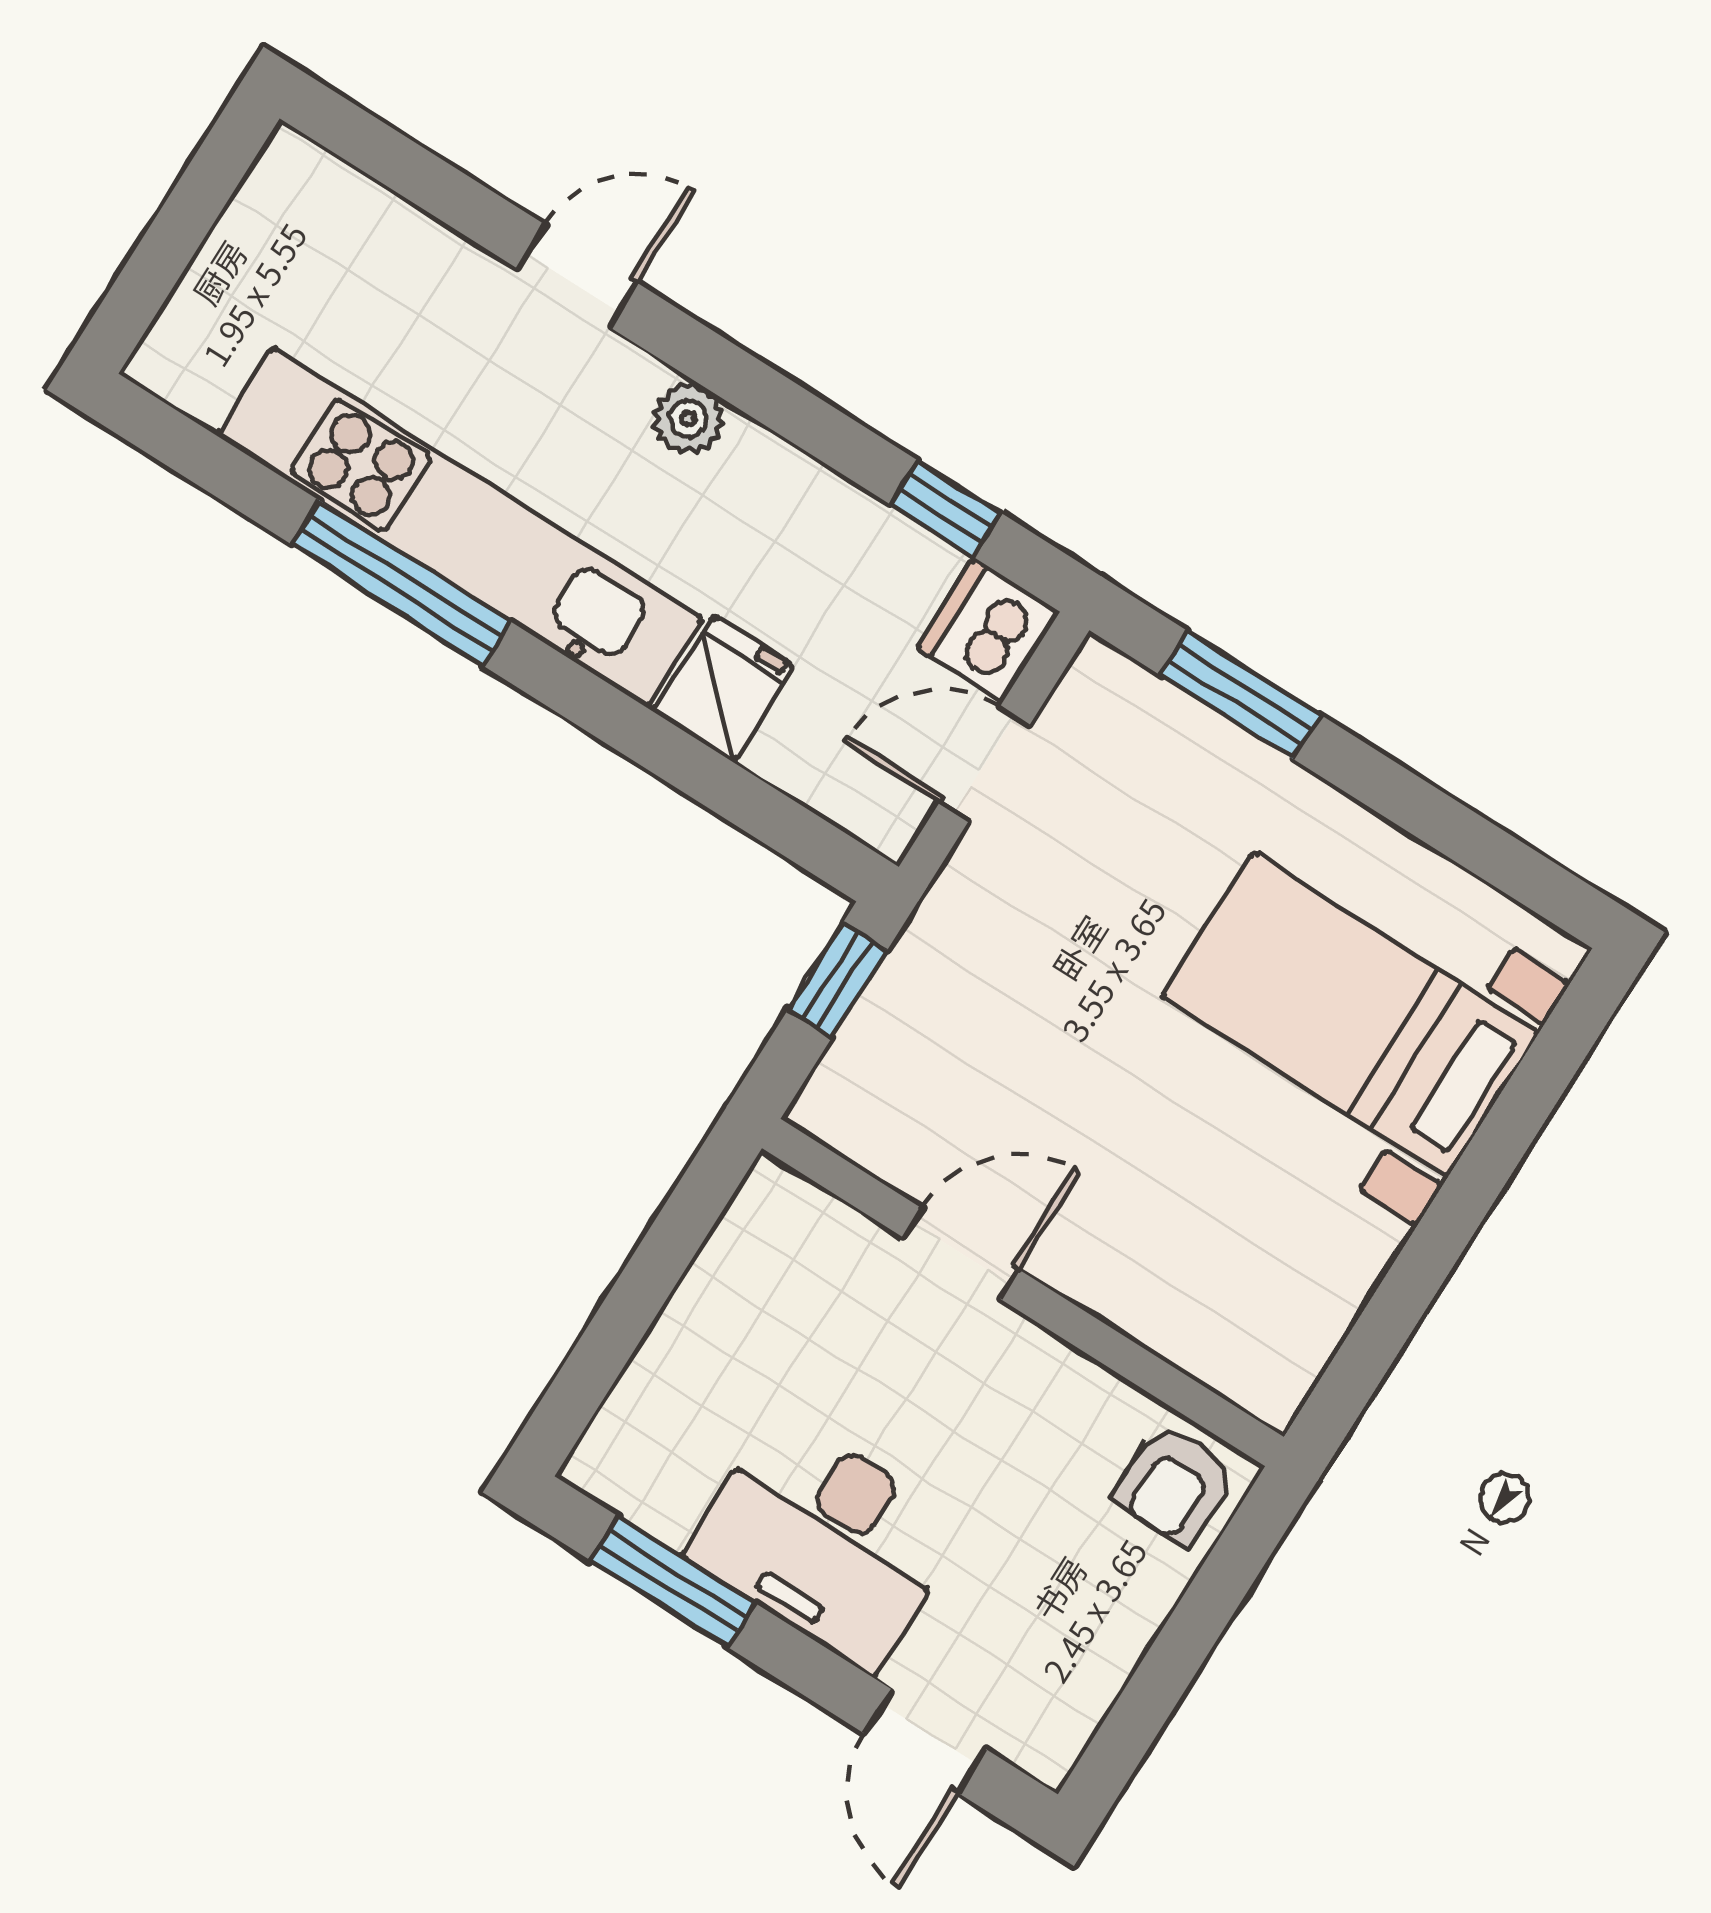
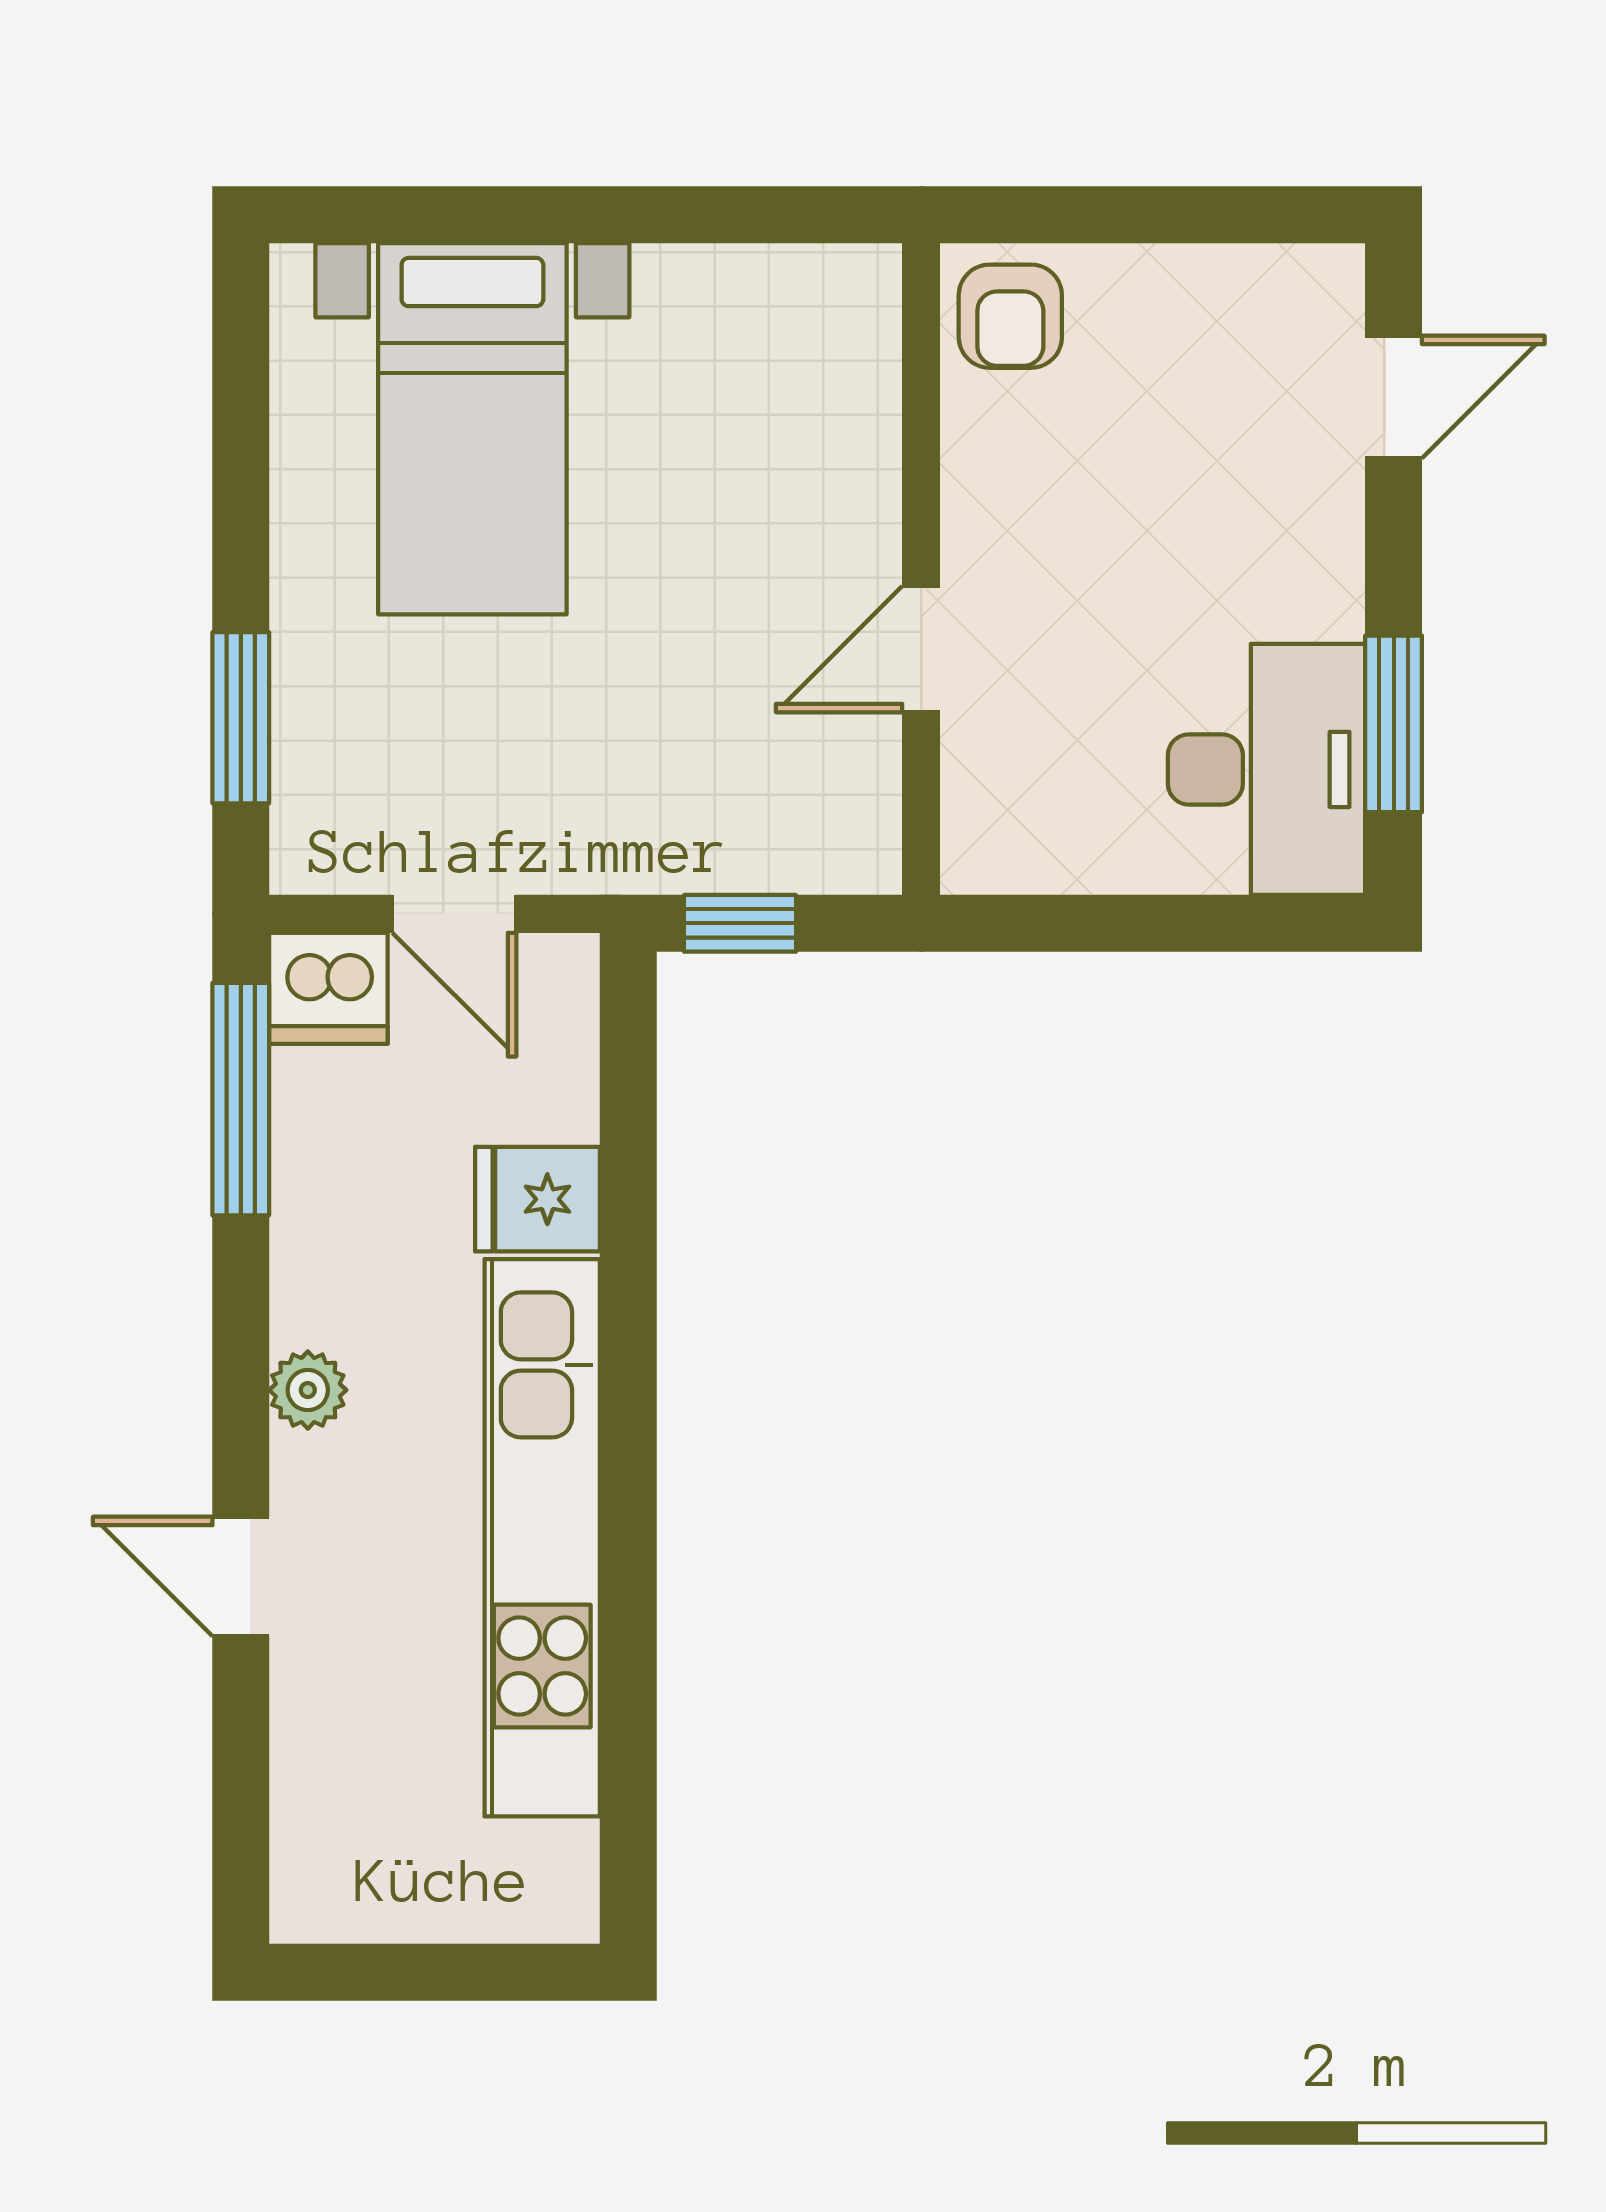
window: (946, 509) -> (241, 1099), width x2.17
window: (401, 583) -> (628, 1560), removed
door: (961, 1253) -> (921, 649), hinge flipped
armchair: (1174, 1485) -> (1010, 316), turned 90
desk: (826, 1541) -> (1267, 769), moved

